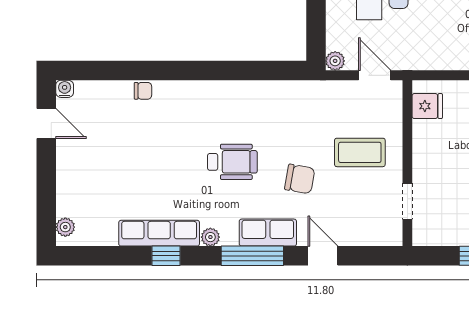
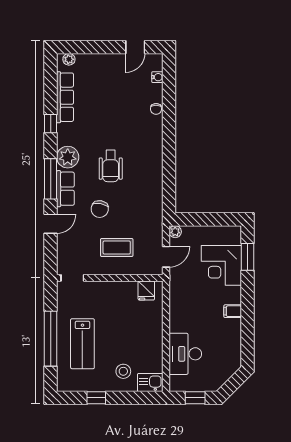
water cooler: (65, 89) -> (157, 77), moved
coffee table: (360, 152) -> (117, 247), turned 90
doorway: (407, 201) -> (72, 278), moved
row of seats: (159, 233) -> (65, 97), moved
plant: (210, 237) -> (68, 157), width x1.87, depth x1.87

